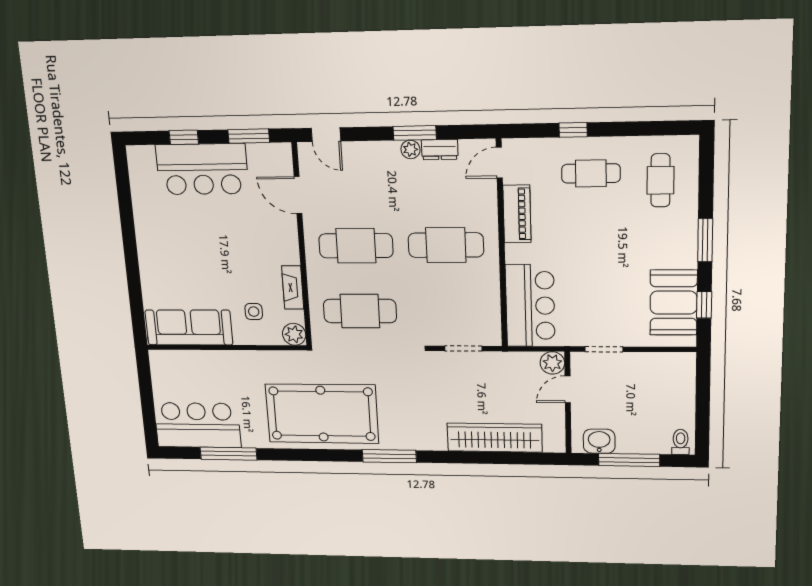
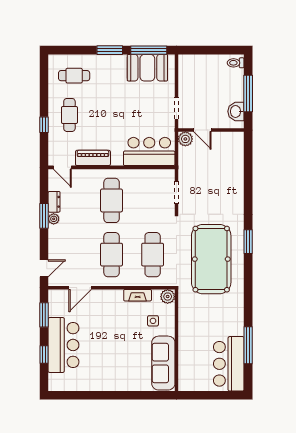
window: (704, 305) -> (149, 50), width x2.17
pool table: (322, 414) -> (211, 259), moved
wardrobe: (495, 438) -> (235, 175), removed
window: (389, 456) -> (248, 242), width x0.69

